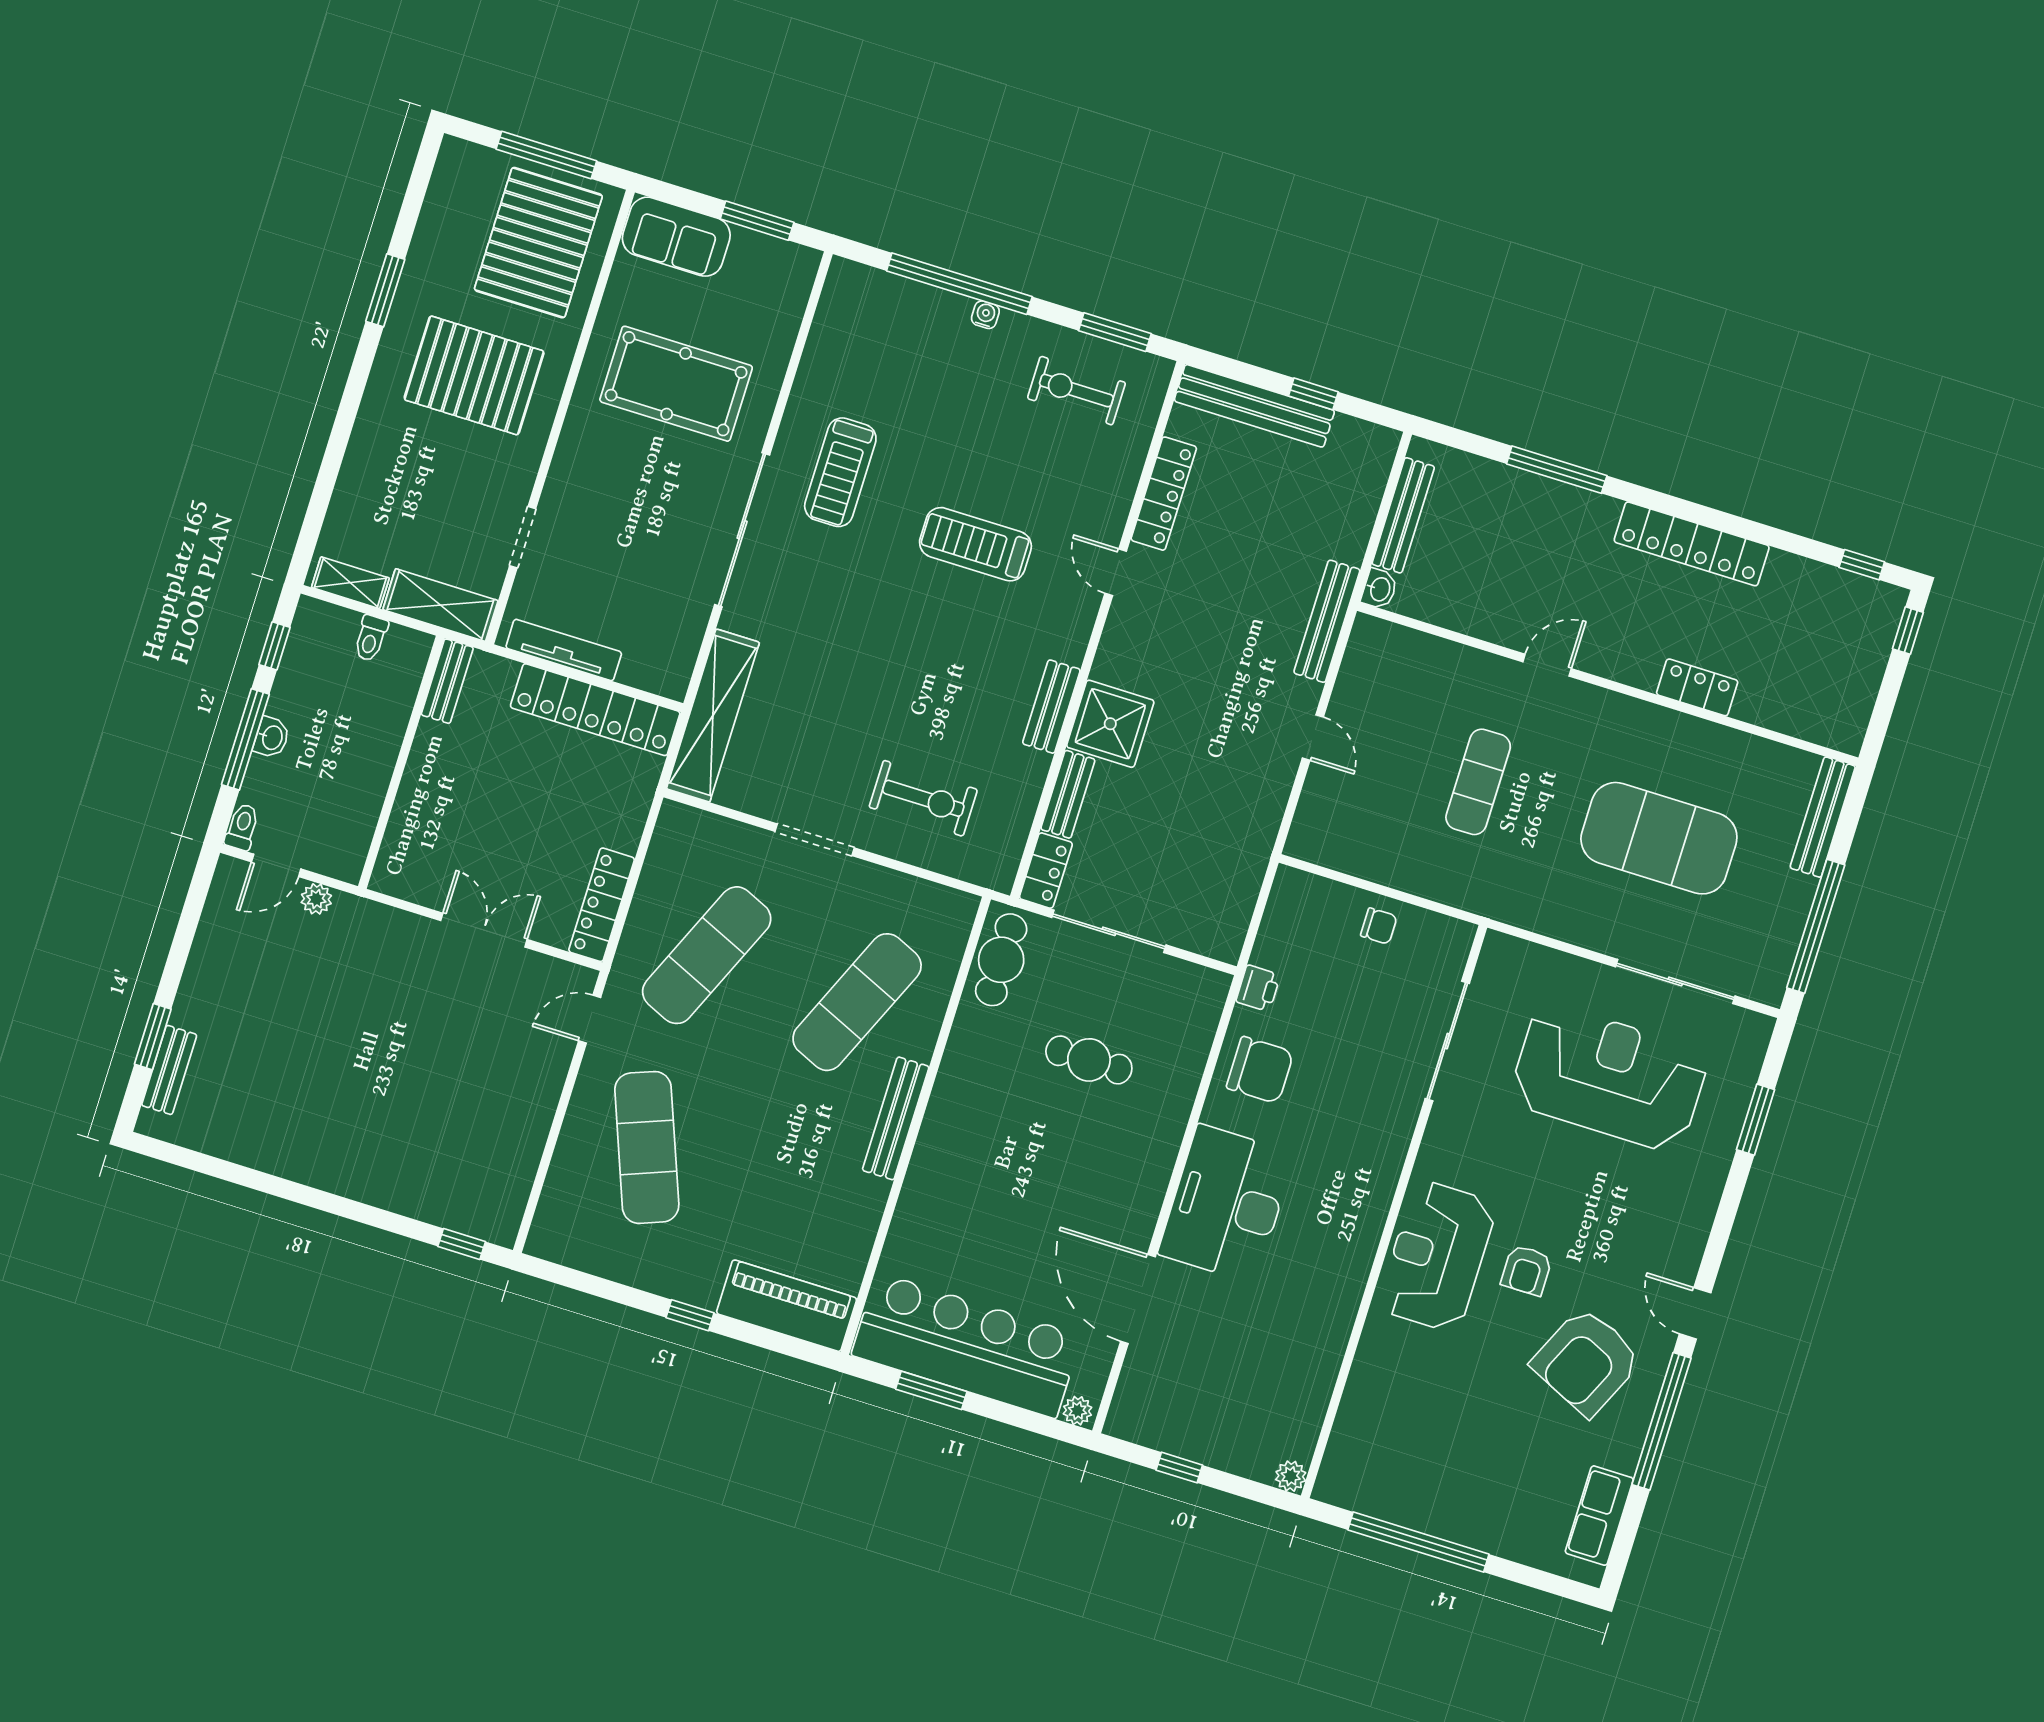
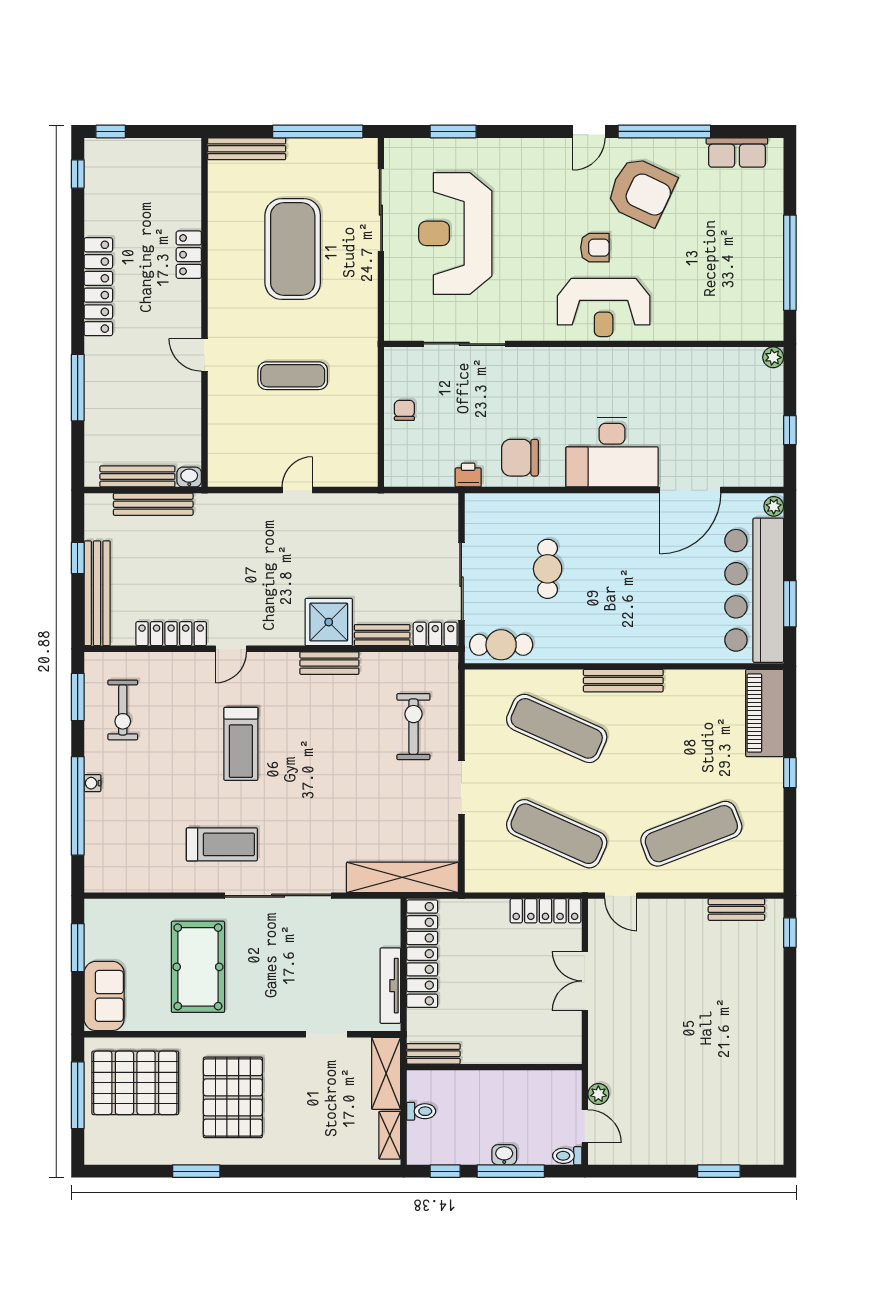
bench: (1327, 621) -> (153, 504), moved
bench: (169, 1070) -> (736, 909), moved
chair: (1260, 1070) -> (520, 458), turned -90

